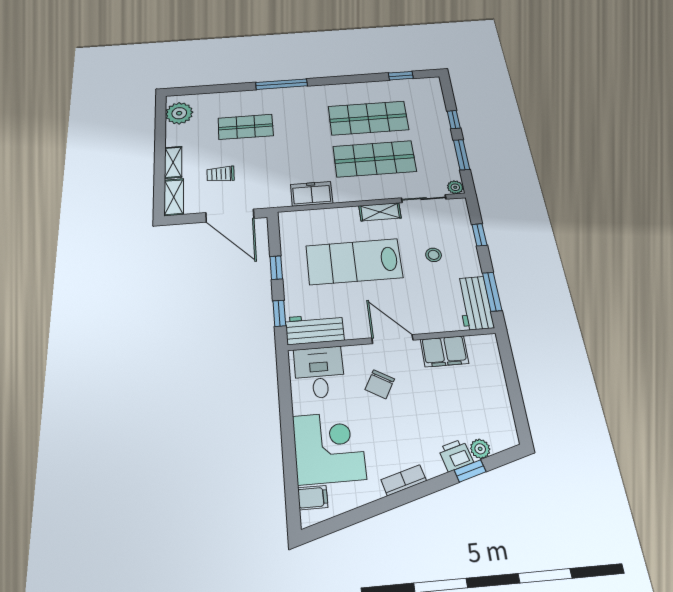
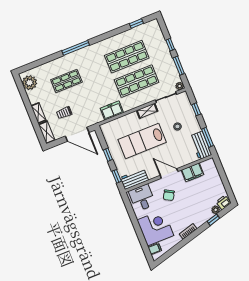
printer: (456, 455) -> (223, 202), moved

